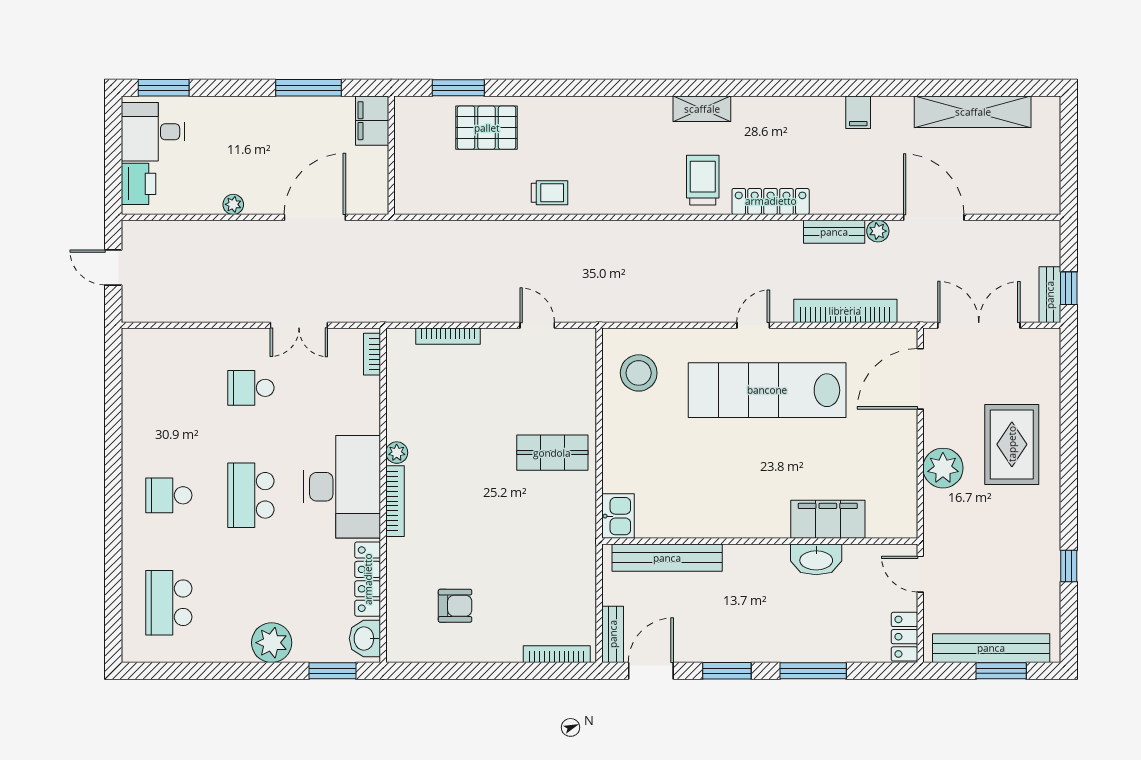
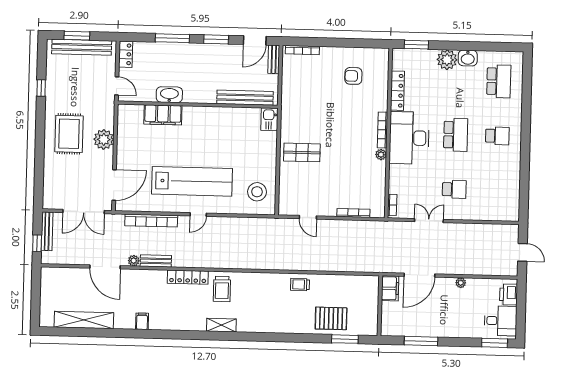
filing cabinet: (372, 121) -> (390, 288), moved
window: (1069, 288) -> (37, 243), moved
bench: (1050, 295) -> (47, 231), width x1.36
rug: (1012, 444) -> (69, 134), moved
washbasin: (365, 639) -> (468, 58), moved, turned 90

